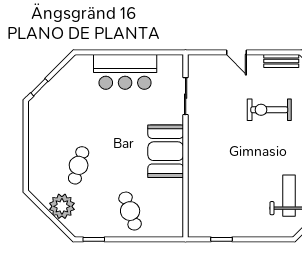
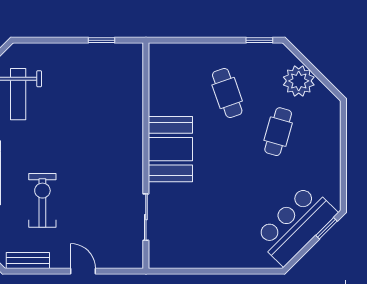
bar counter: (125, 72) -> (296, 225), moved, turned -45
exercise bike: (269, 110) -> (42, 200), turned -90
cafe table: (130, 211) -> (227, 93), moved

